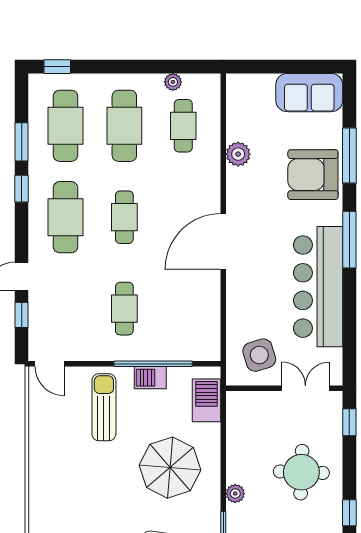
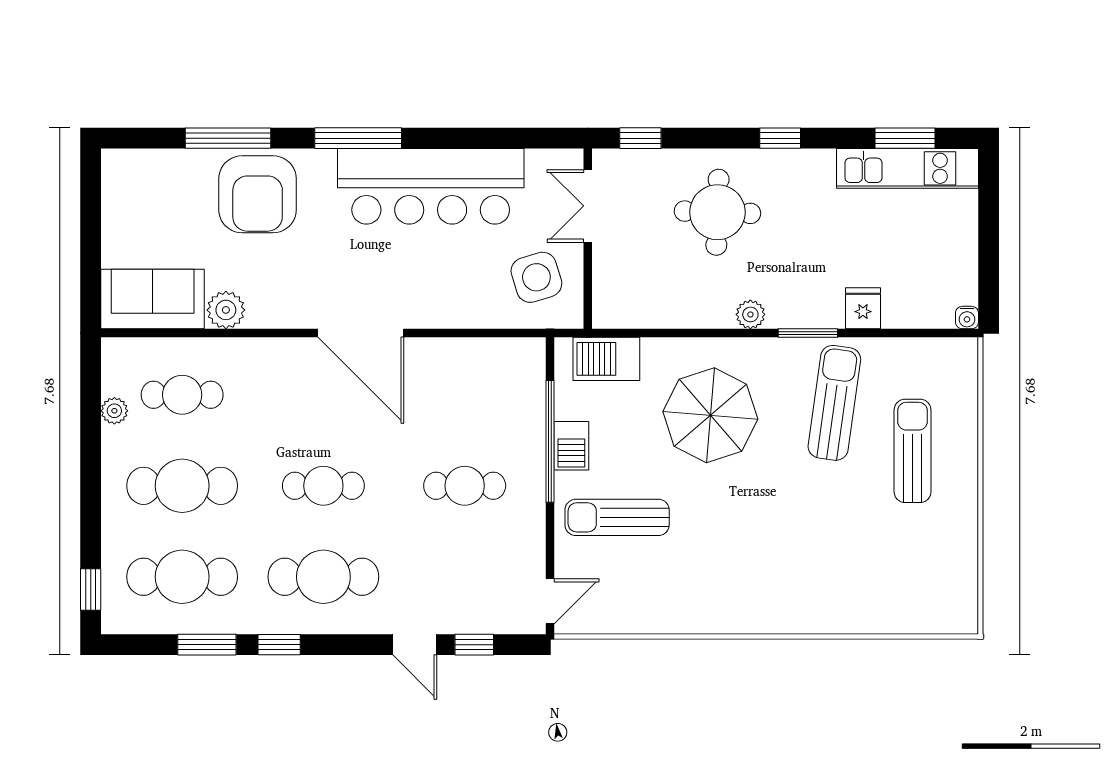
sofa: (309, 93) -> (153, 299), moved, turned -90

